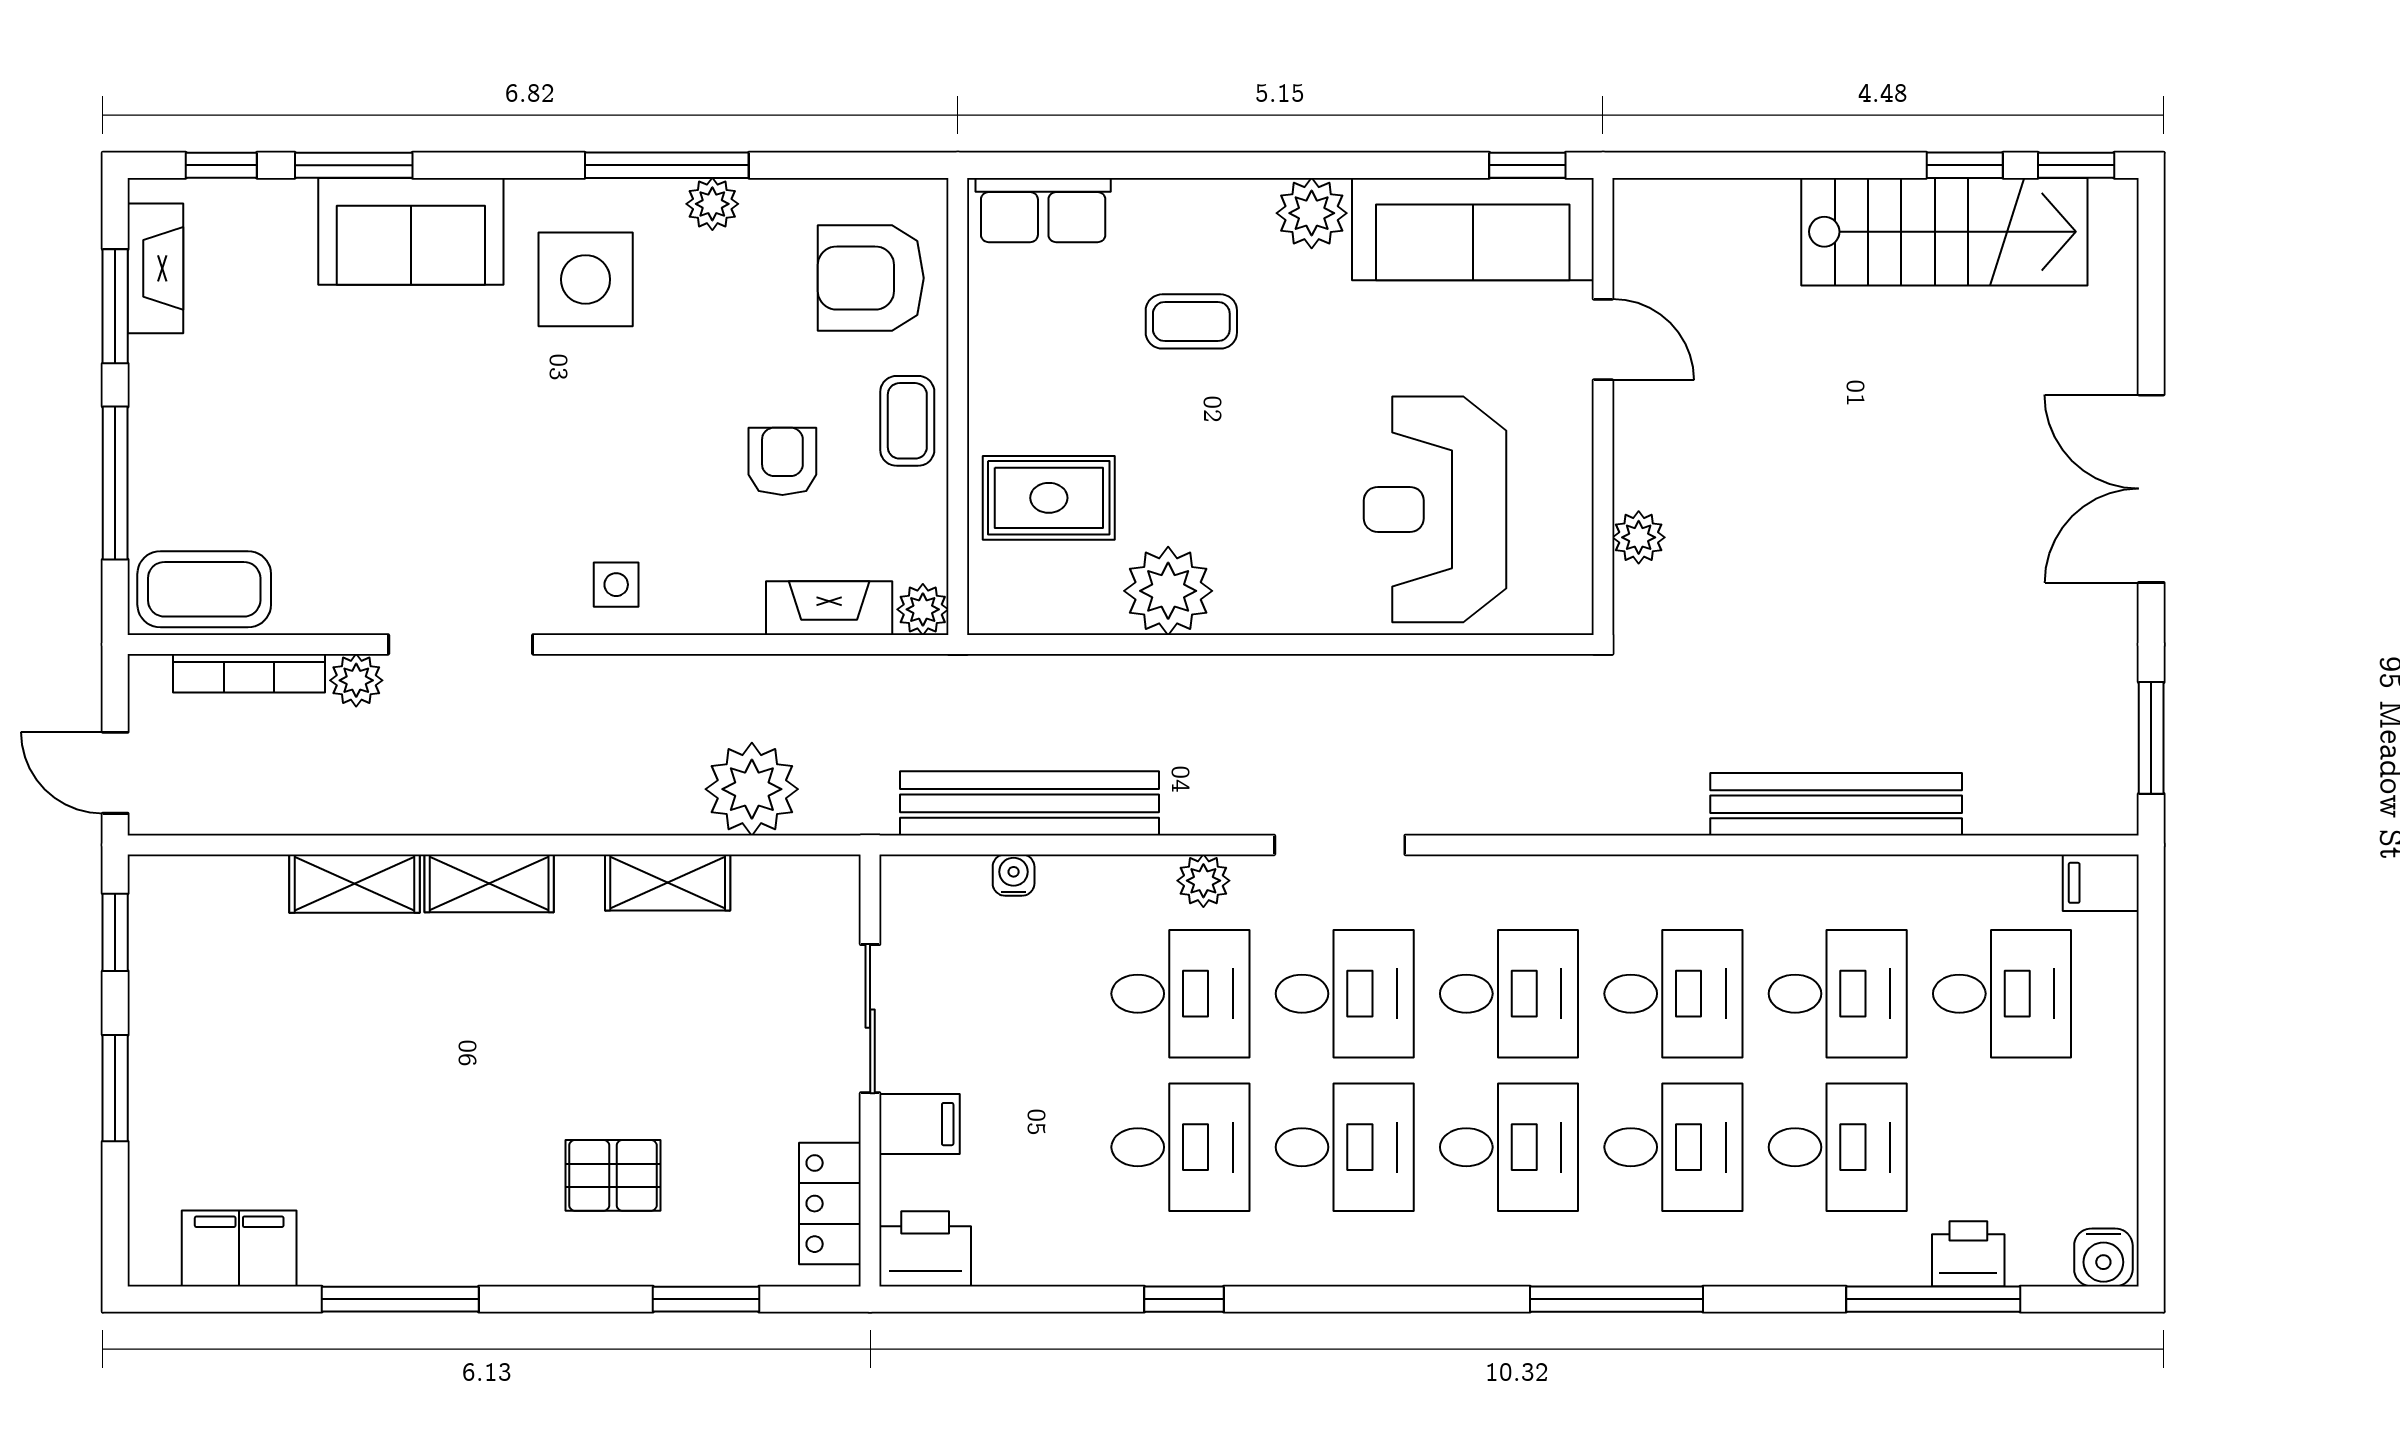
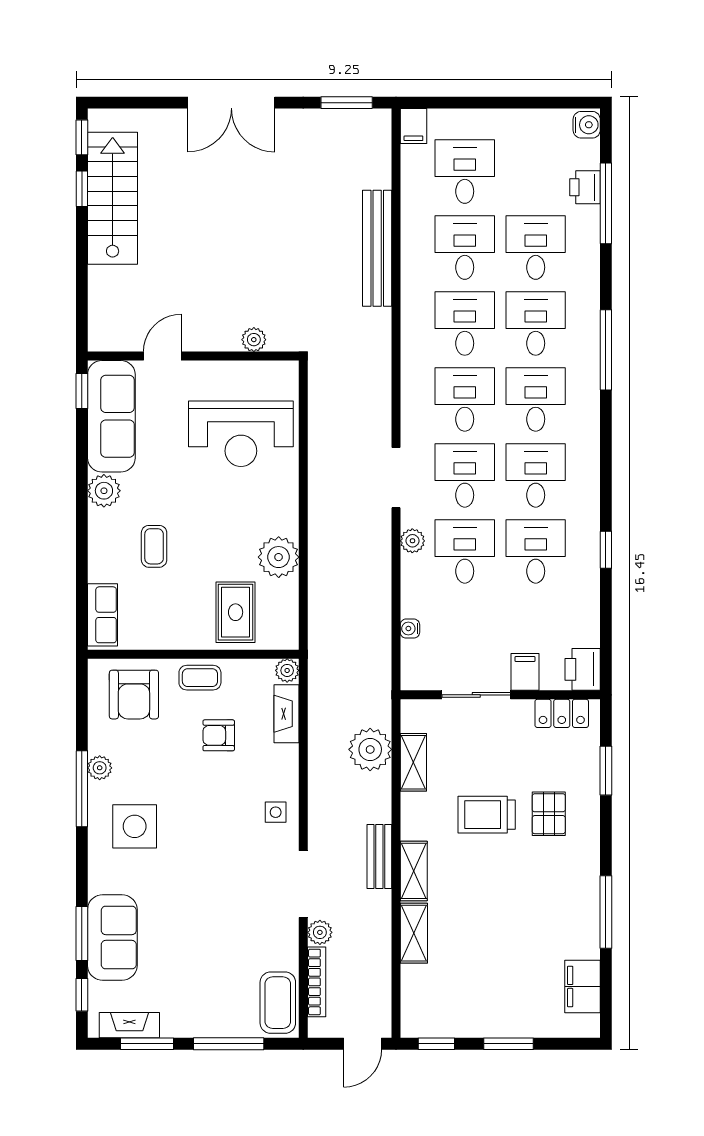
sofa: (411, 231) -> (112, 938), moved
bench: (1030, 803) -> (379, 856), moved, width x0.54, depth x0.82
shelving: (668, 882) -> (413, 762), moved
trolley: (611, 1041) -> (487, 815), added

